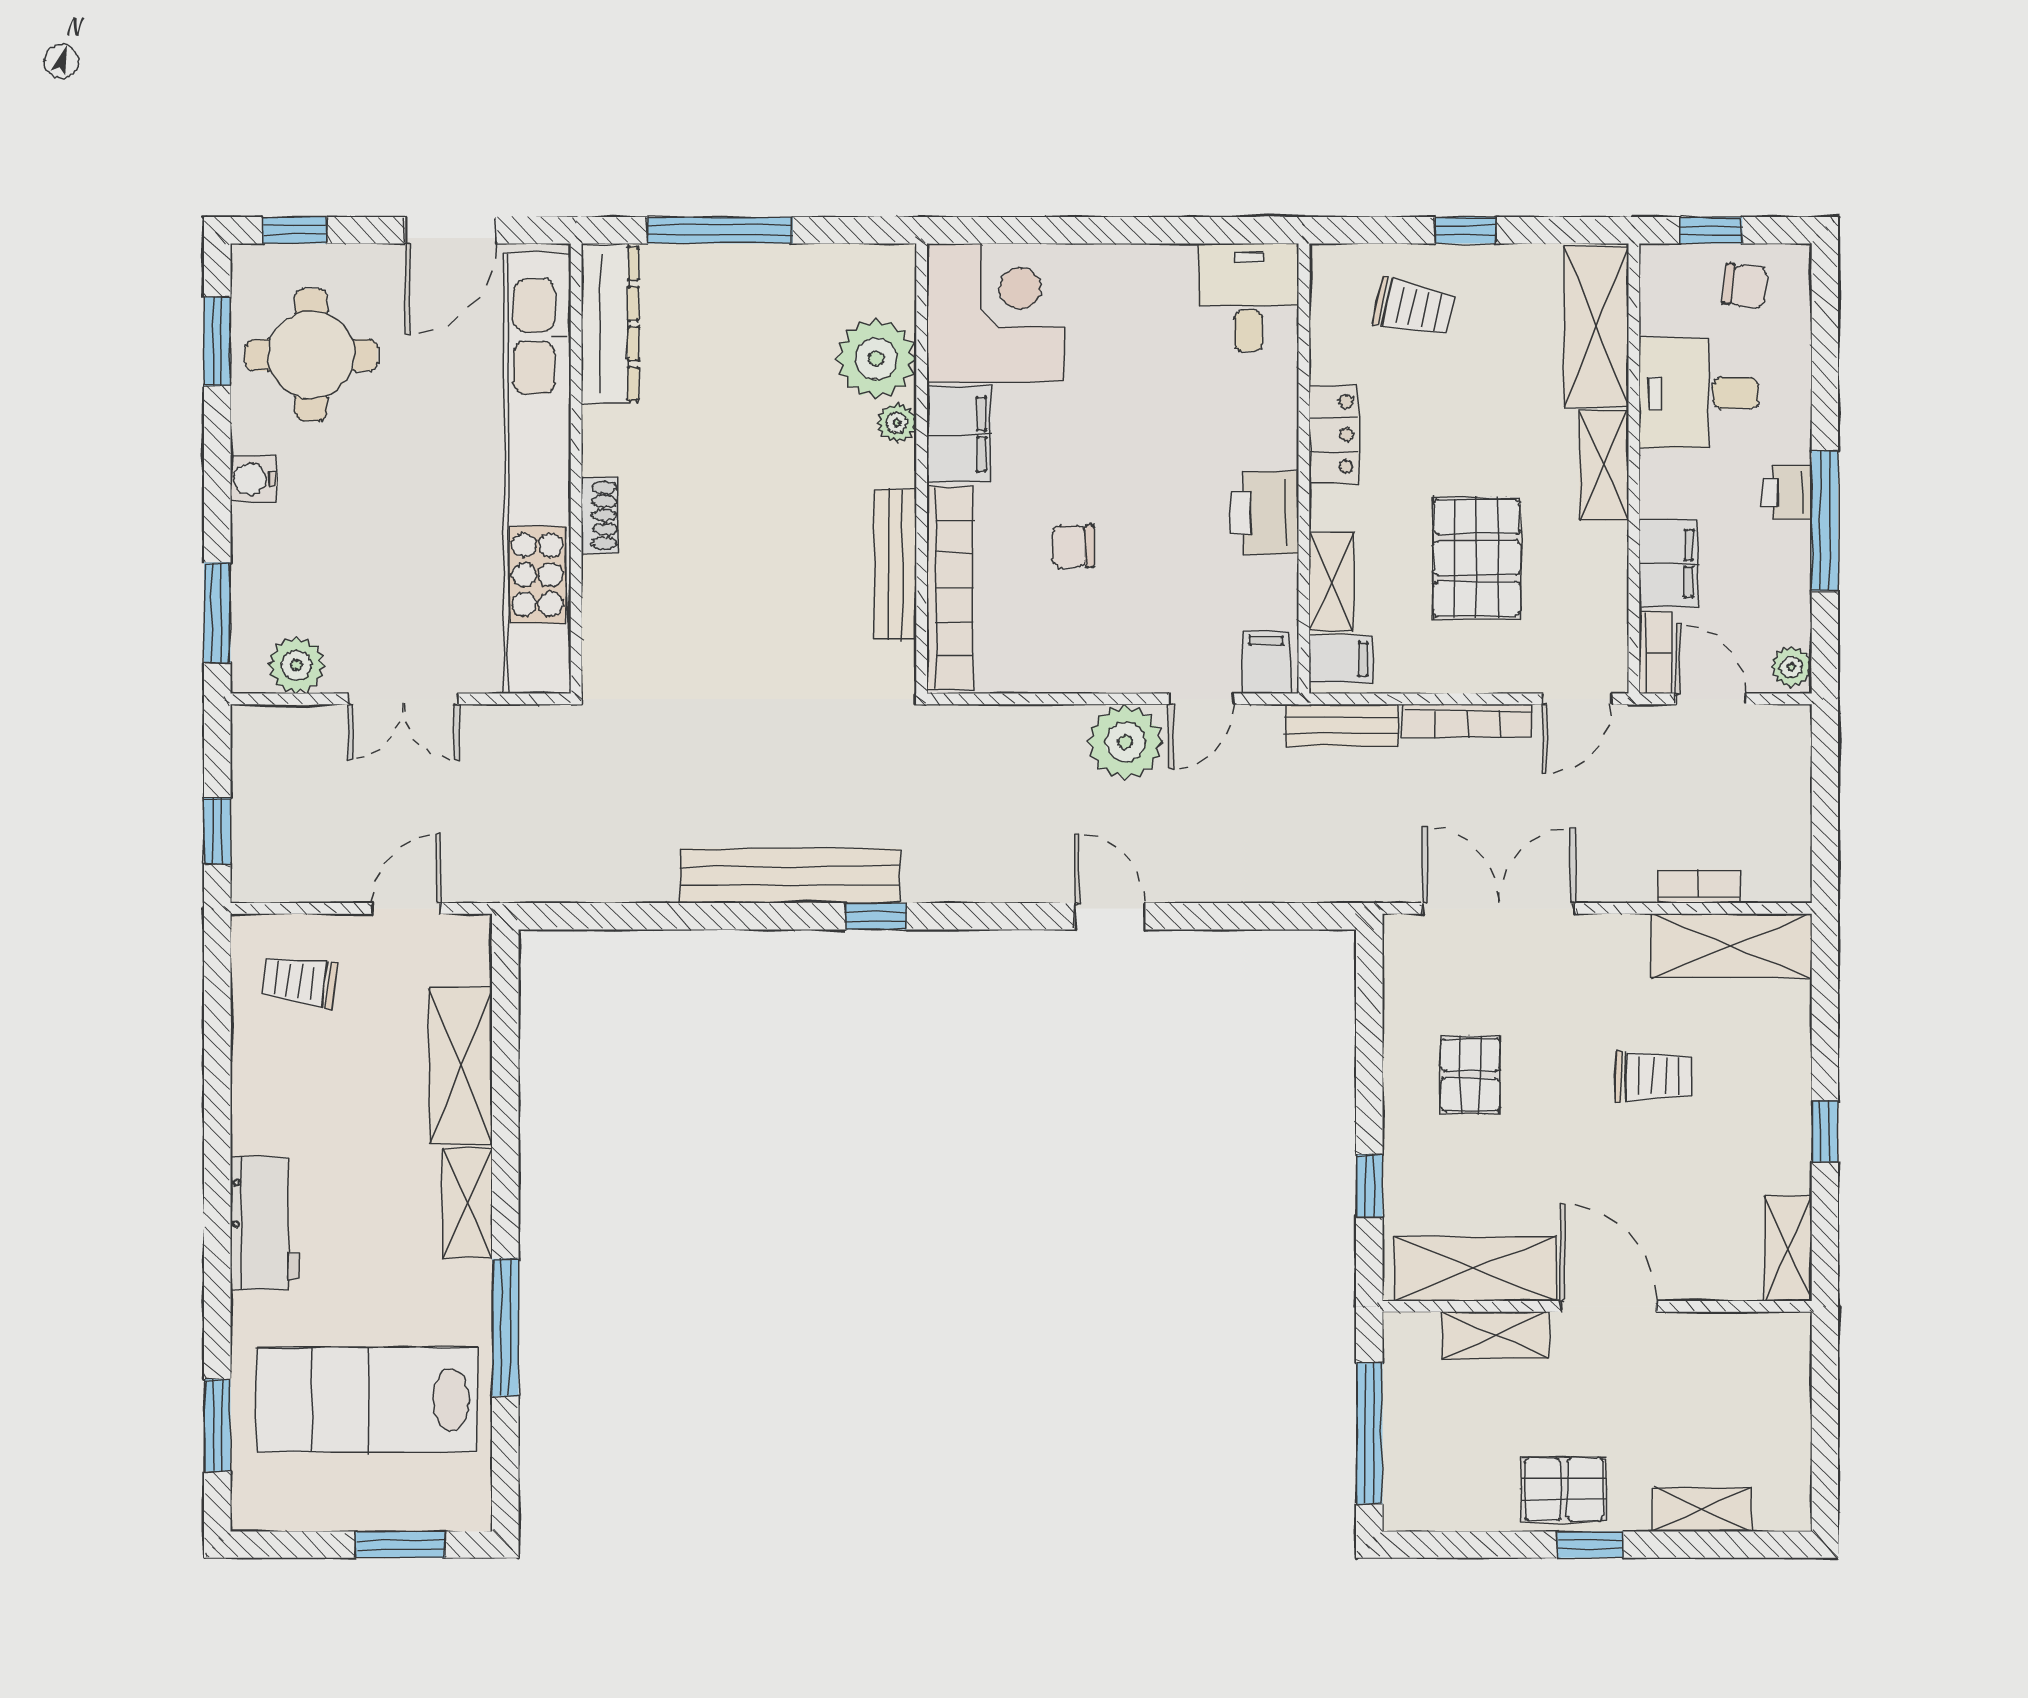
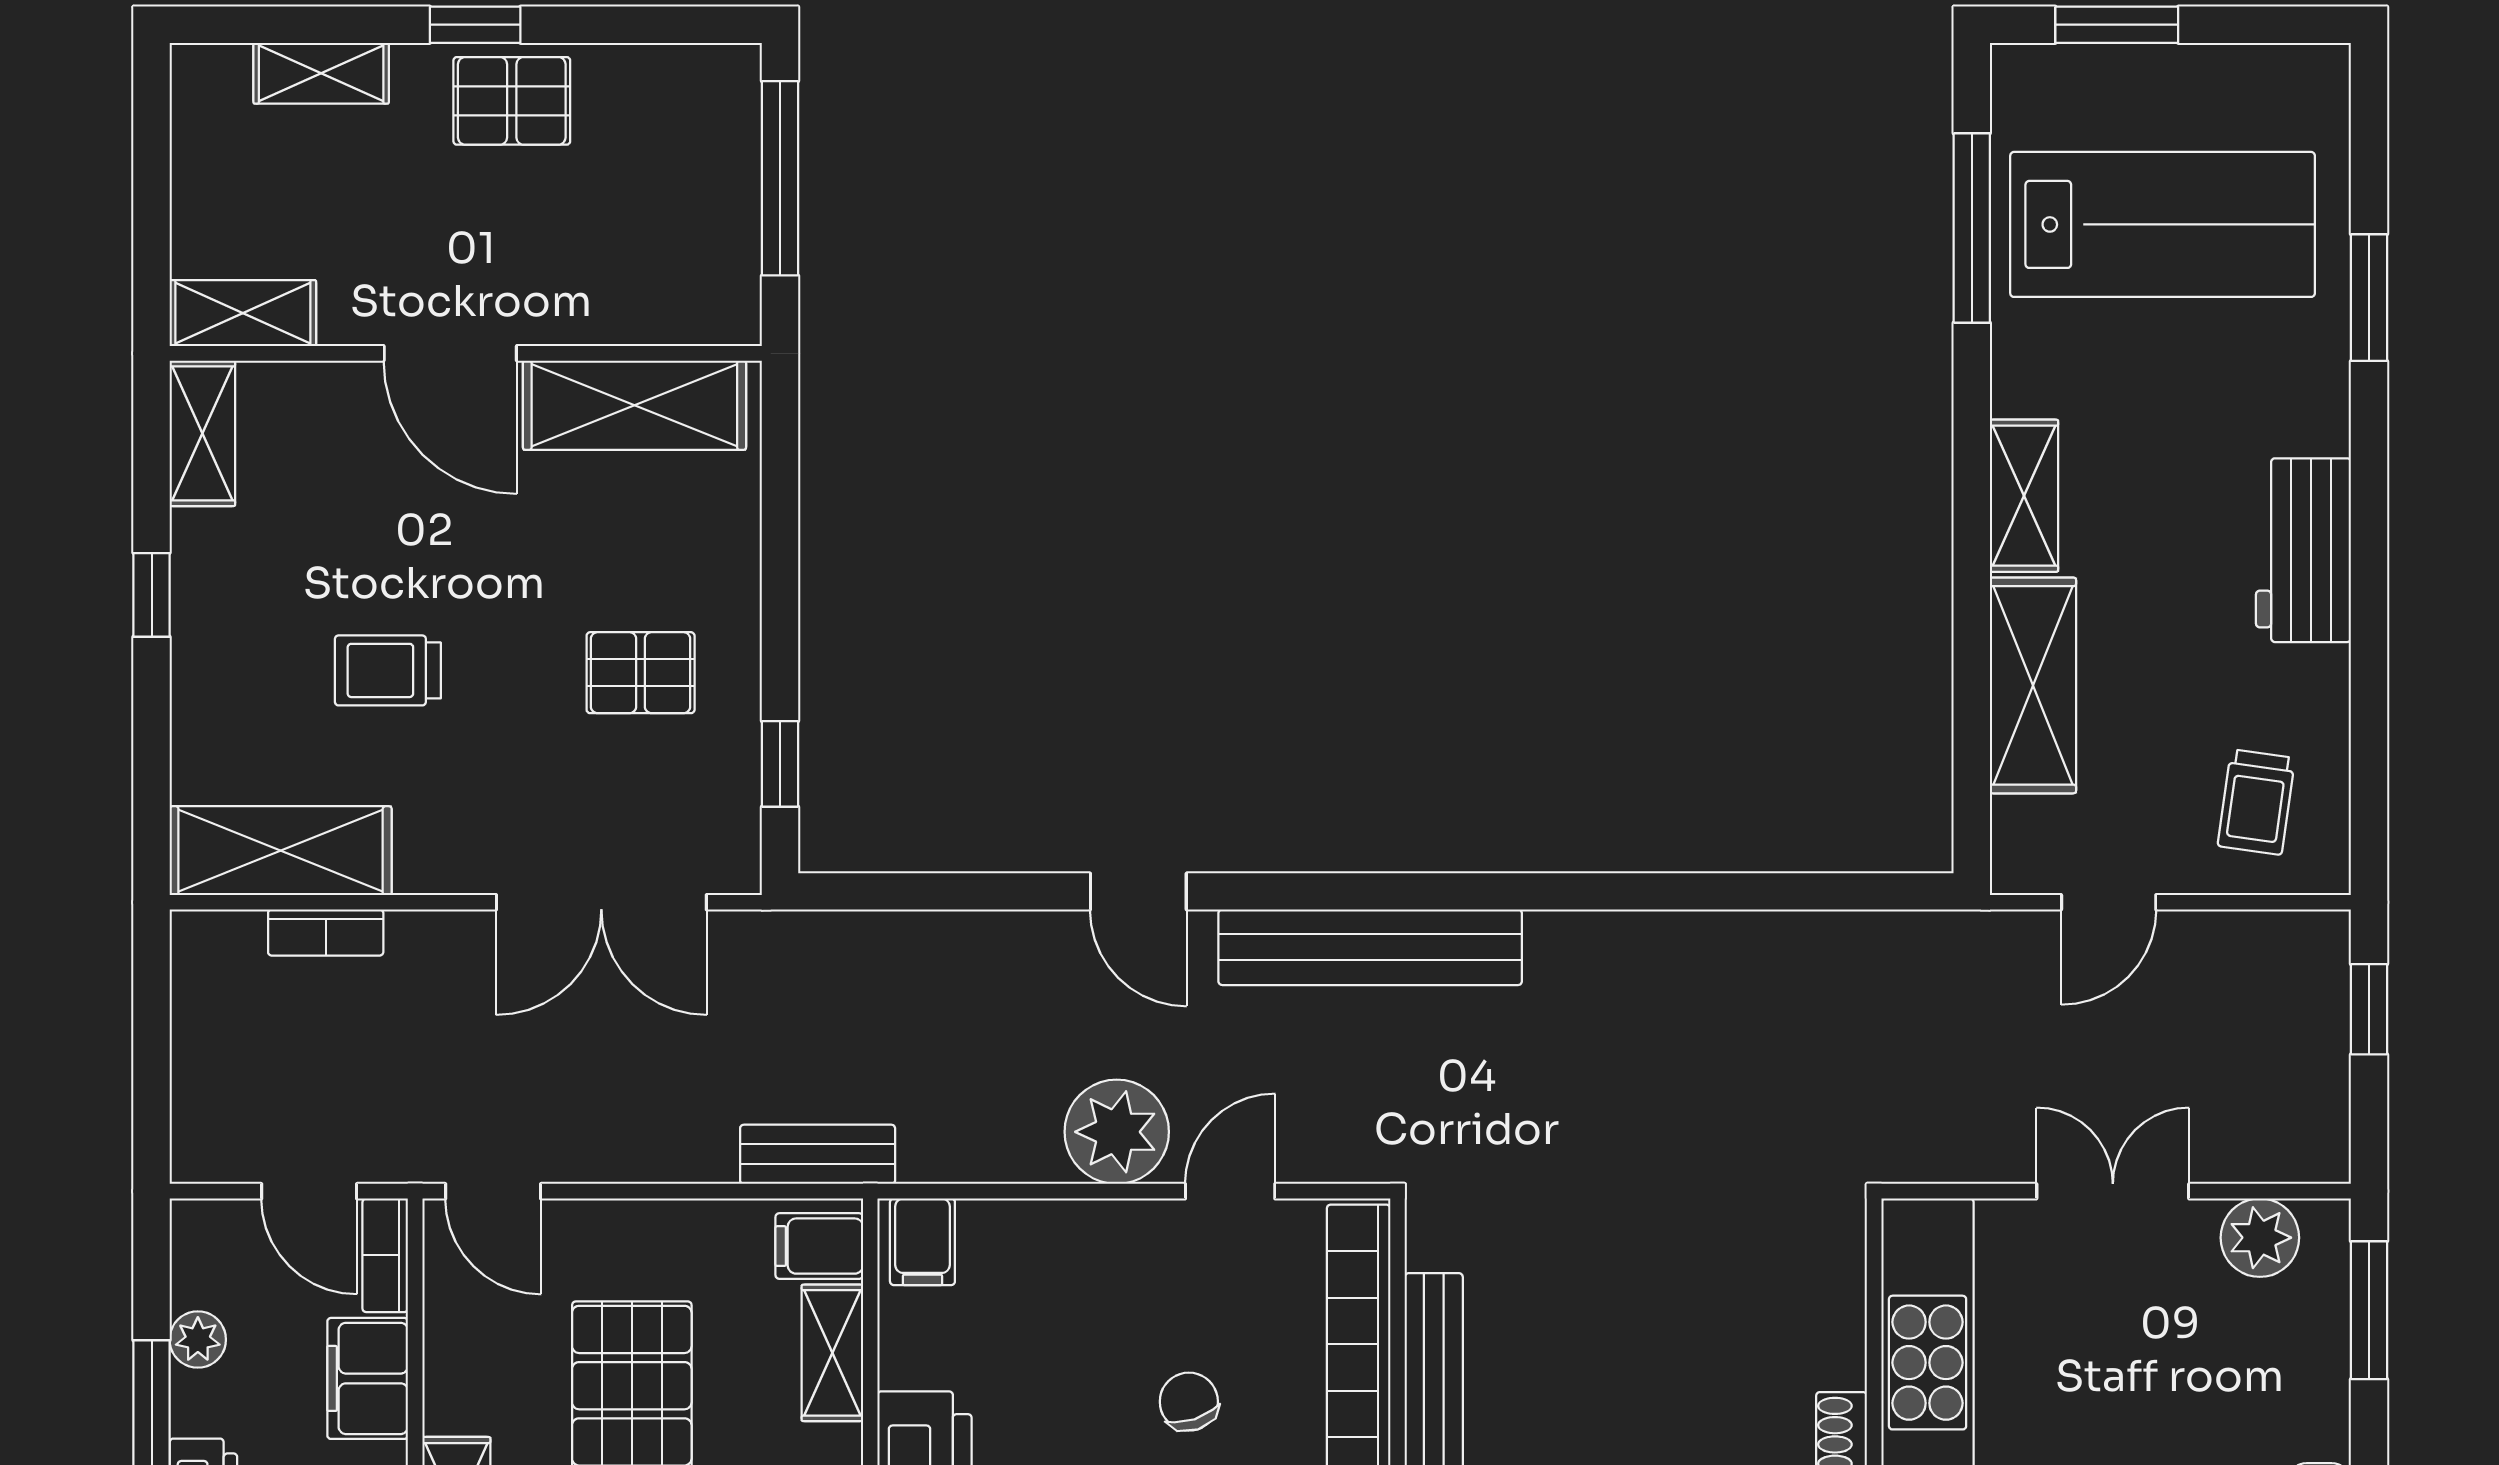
chair: (1073, 546) -> (1189, 1402), turned -108
plant: (1791, 667) -> (198, 1340), moved
door: (1201, 699) -> (1230, 1191), moved
door: (1577, 699) -> (493, 1191), swing flipped
bookcase: (1467, 721) -> (645, 1161), removed
bench: (790, 876) -> (1370, 947), moved
window: (876, 916) -> (1460, 891), removed
trolley: (299, 981) -> (2256, 802), turned 90
pallet: (1470, 1075) -> (641, 673), turned 90
window: (1369, 1186) -> (780, 764), moved
workbench: (265, 1223) -> (2303, 550), moved
window: (505, 1328) -> (1972, 228), moved
shelving: (1496, 1336) -> (243, 313), moved
window: (217, 1425) -> (2369, 298), moved

